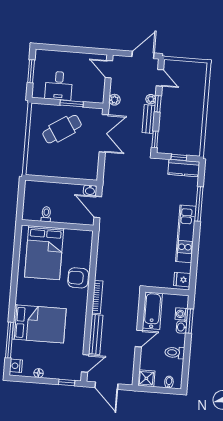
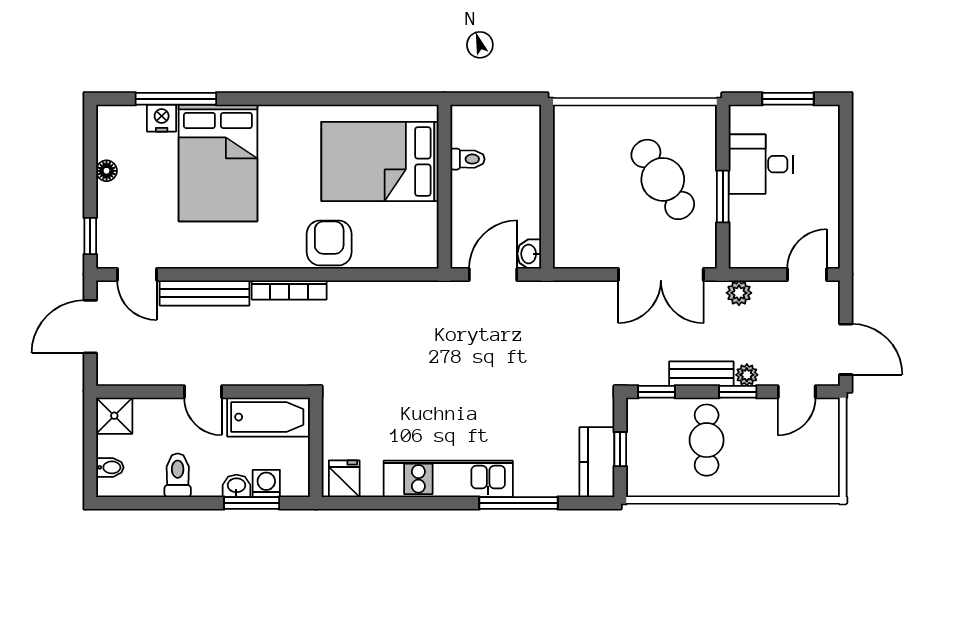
cafe table: (178, 119) -> (707, 440), added
nightstand: (16, 366) -> (162, 118), moved

